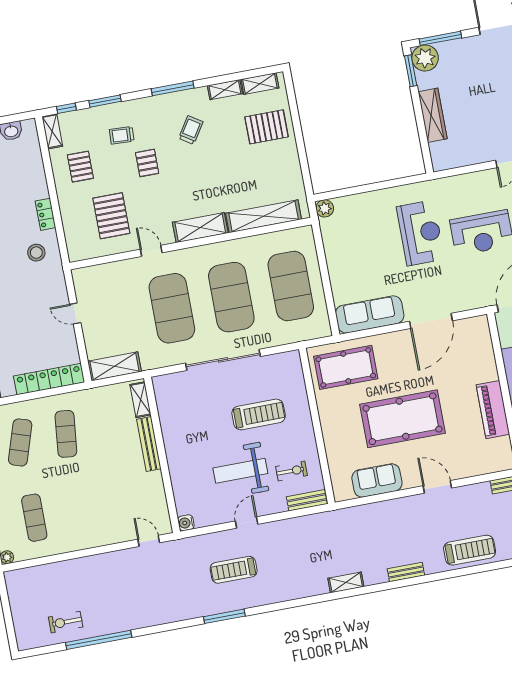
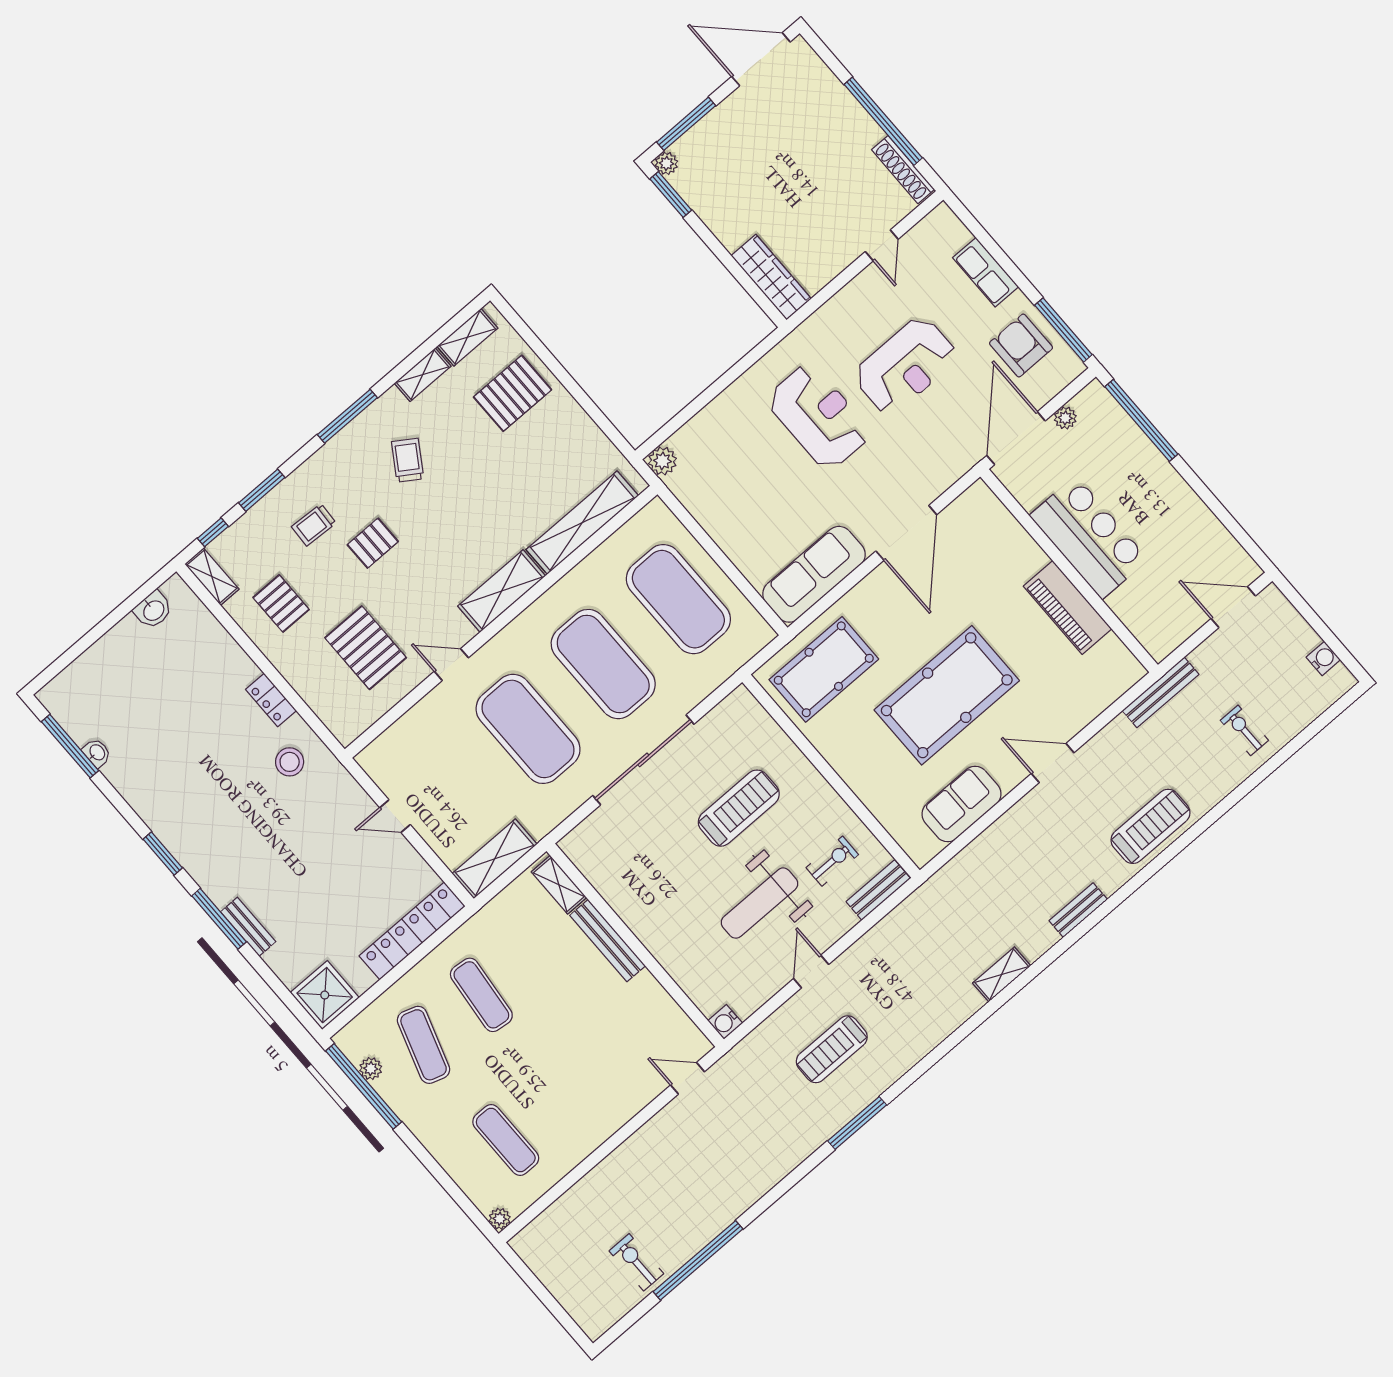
plant: (425, 58) -> (666, 163), width x0.53, depth x0.53
wardrobe: (433, 115) -> (771, 277), moved
pallet: (147, 163) -> (373, 543), turned 90
exercise bike: (66, 622) -> (636, 1262), turned 90

